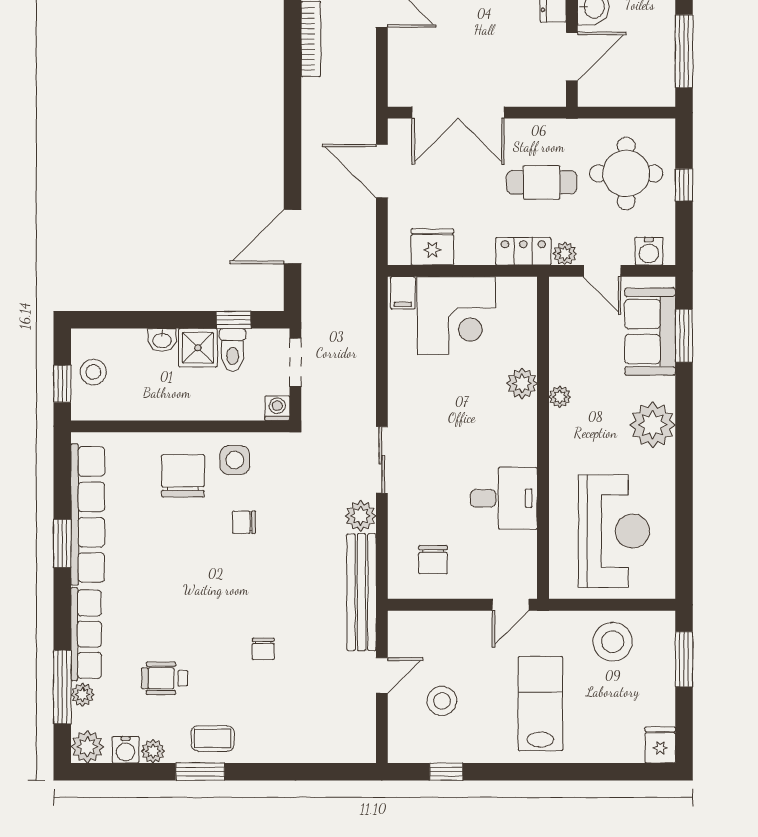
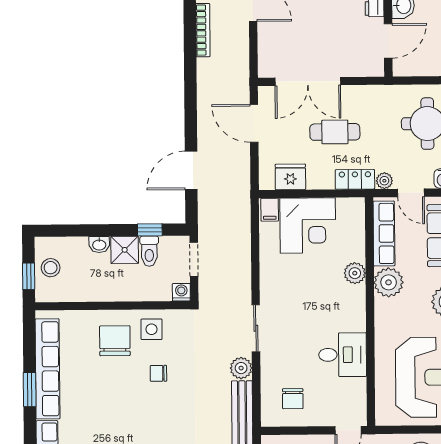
cafe table: (542, 182) -> (335, 132), moved
row of seats: (564, 328) -> (384, 234), added
plant: (560, 397) -> (389, 282), width x1.88, depth x1.88

